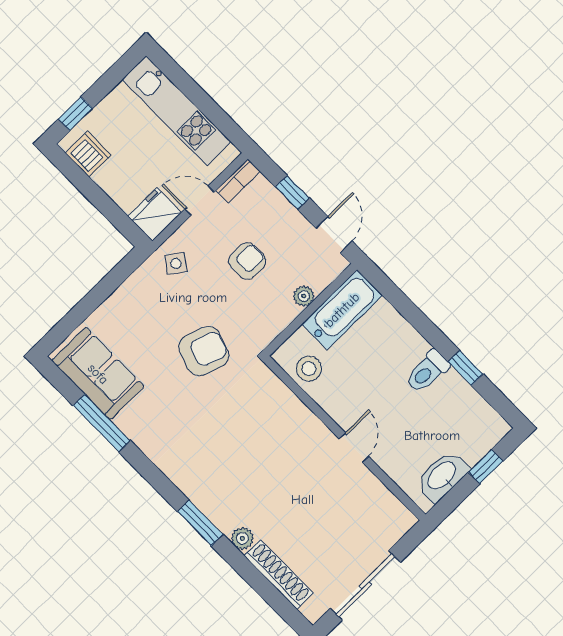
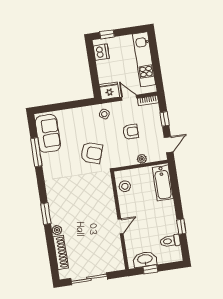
bathtub: (342, 310) -> (163, 183), moved, turned 90
toilet: (427, 372) -> (170, 241), moved
window: (486, 467) -> (150, 269), moved

